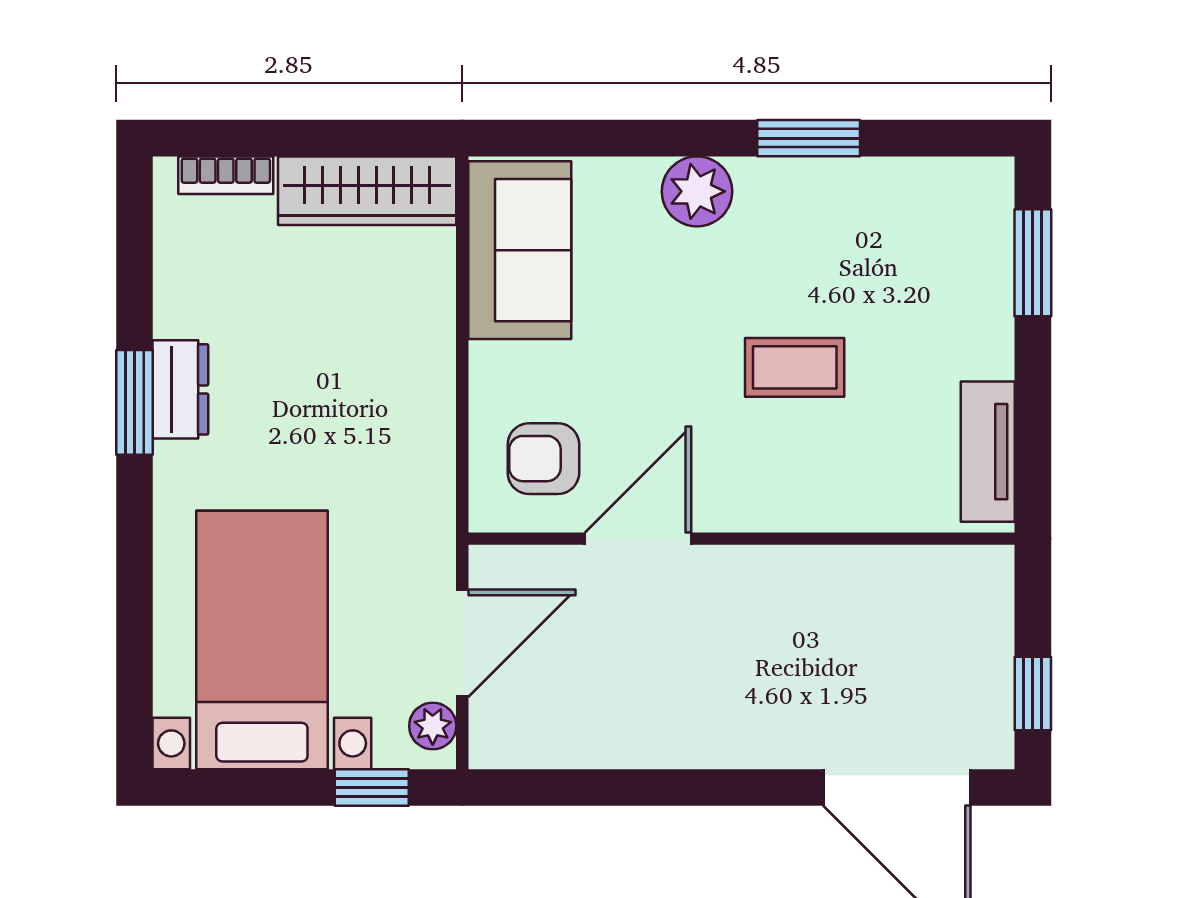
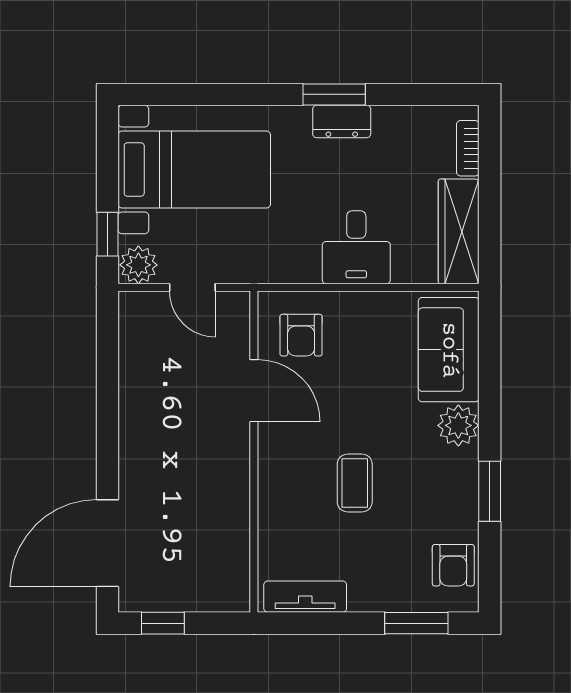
armchair: (934, 200) -> (453, 565), added
sofa: (520, 250) -> (449, 350), moved, turned 90
desk: (394, 365) -> (356, 247), added
armchair: (543, 459) -> (301, 335), turned 180
door: (462, 643) -> (192, 287), width x0.73
plant: (433, 726) -> (138, 265), width x1.38, depth x1.38

